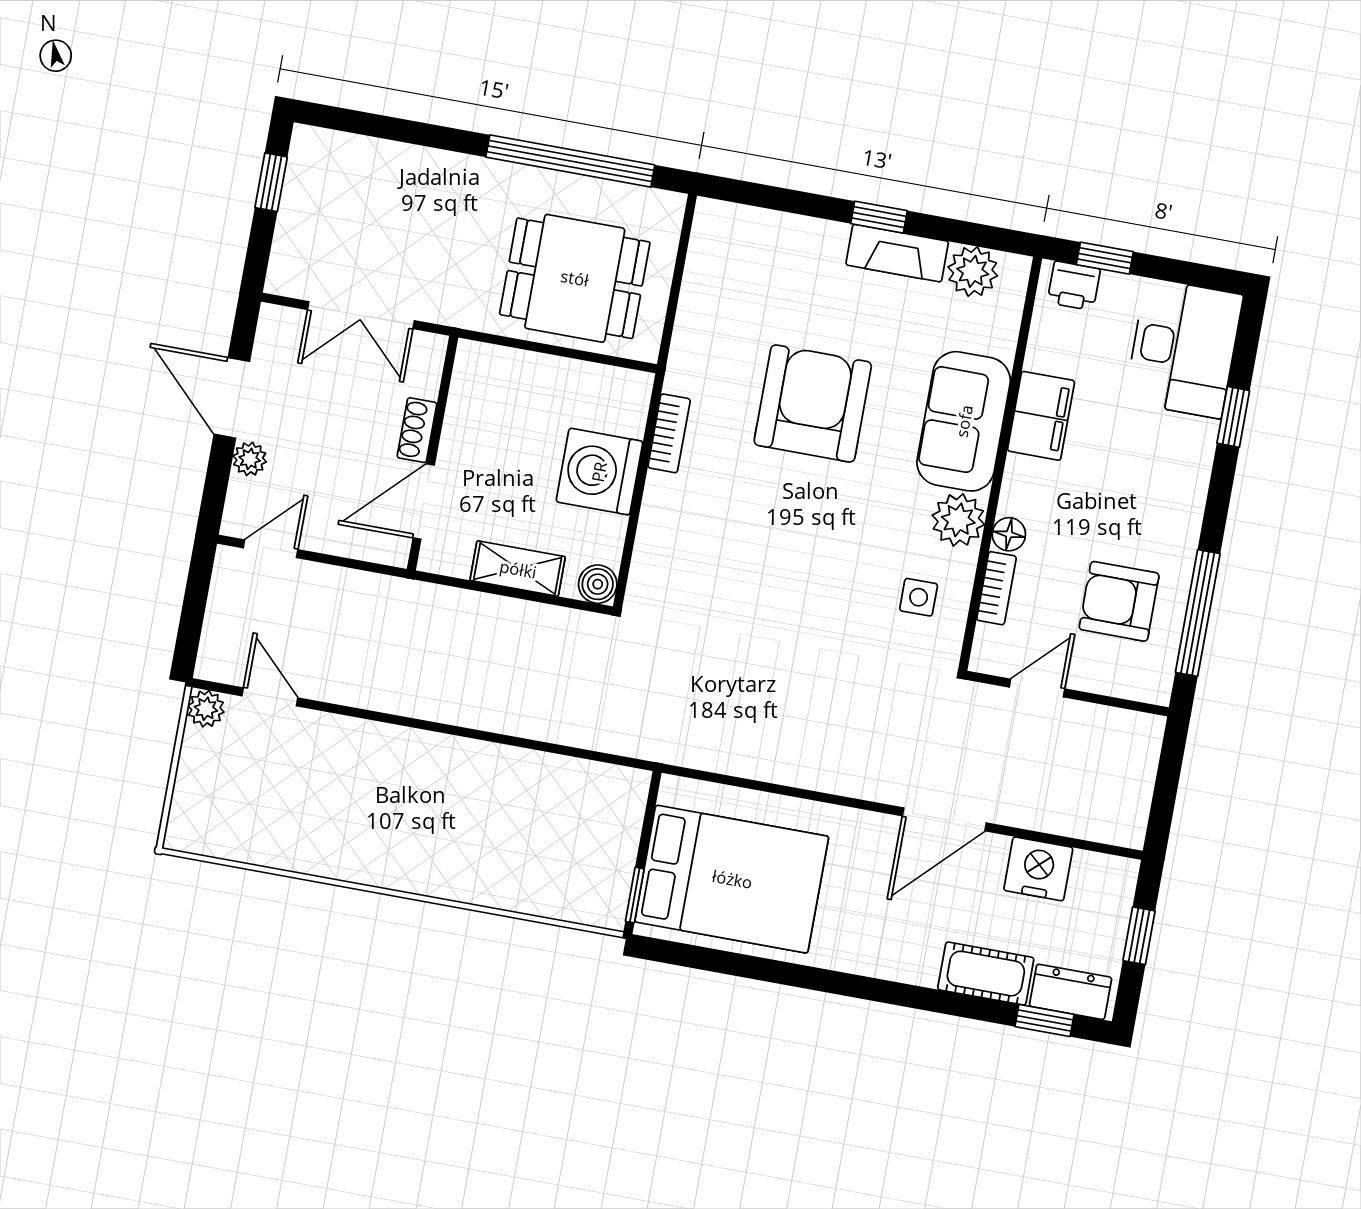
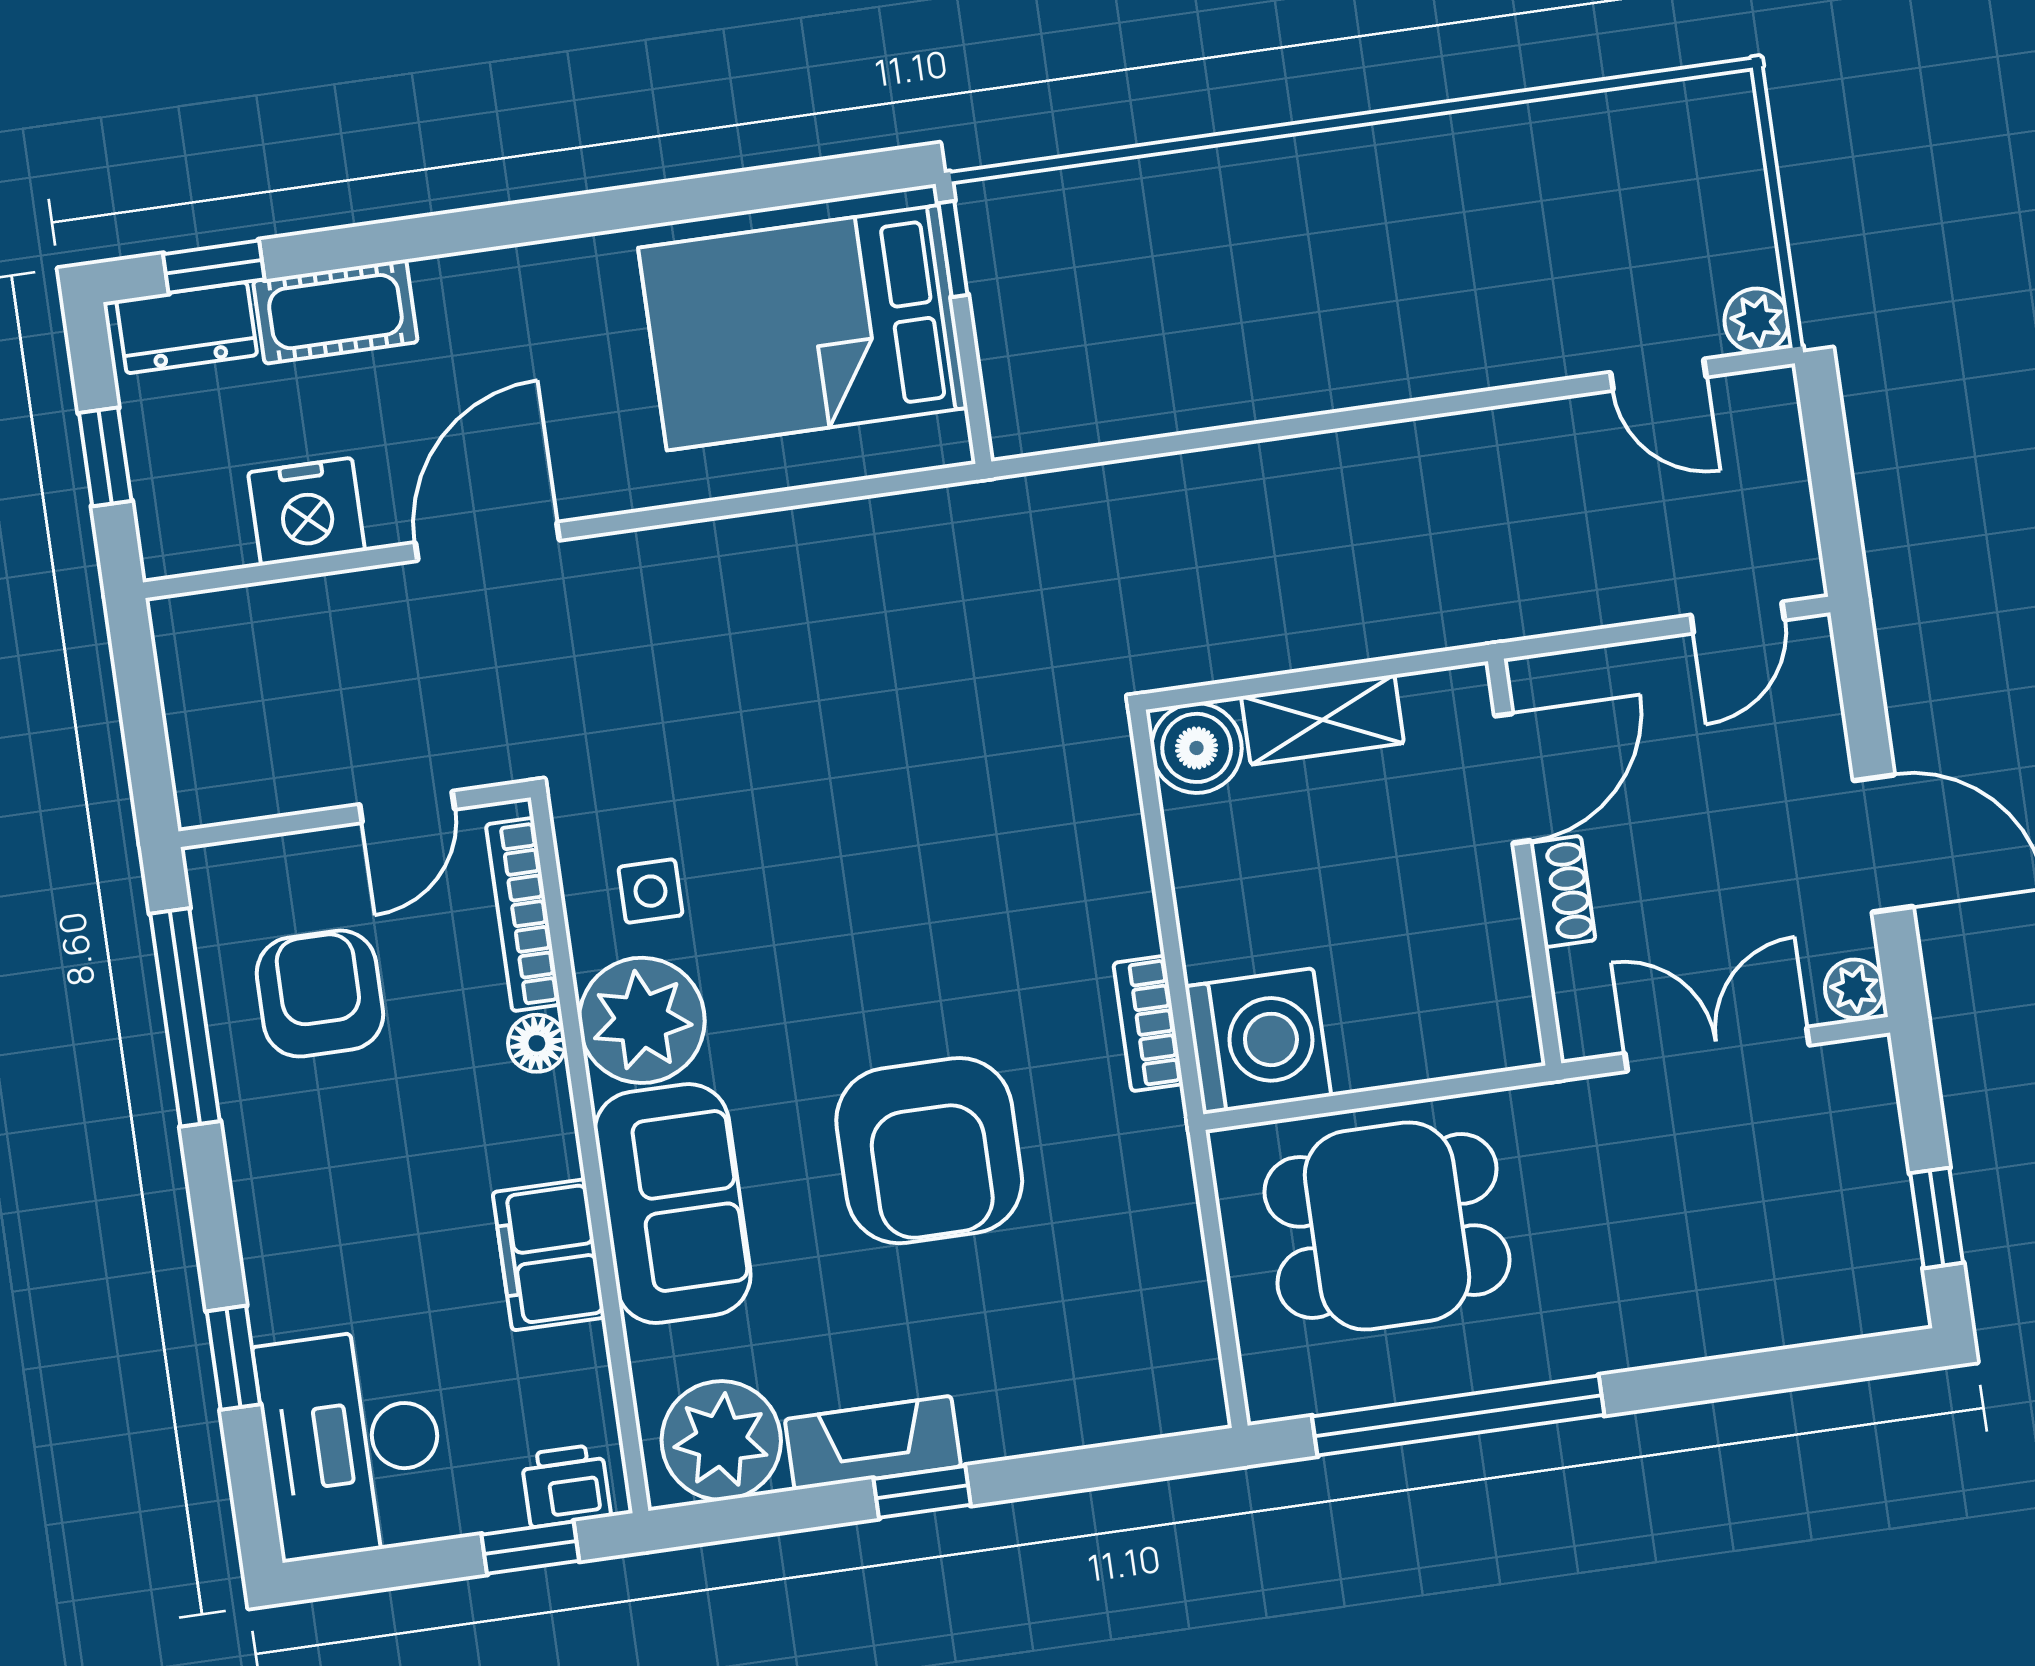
plant: (973, 271) -> (721, 1440), width x1.36, depth x1.36
plant: (250, 459) -> (1854, 989), moved
washing machine: (599, 472) -> (1258, 1041), moved
plant: (958, 520) -> (642, 1020), width x1.36, depth x1.36
boiler: (598, 584) -> (1197, 748), width x1.36, depth x1.36
bookcase: (996, 588) -> (523, 915), width x1.56
armchair: (1119, 601) -> (320, 994), turned -90

